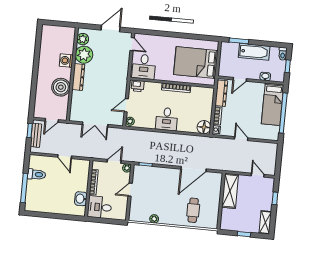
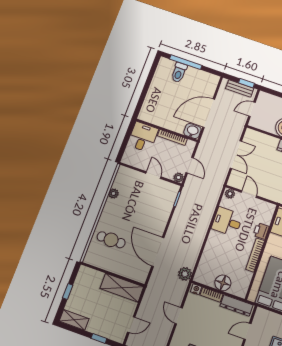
door: (240, 79) -> (247, 331), hinge flipped
printer: (138, 86) -> (261, 231), moved
desk: (167, 119) -> (227, 222), moved
door: (52, 120) -> (252, 109), hinge flipped
double door: (95, 124) -> (236, 155), swing flipped
floor lamp: (204, 127) -> (223, 283), moved
door: (241, 139) -> (179, 316), swing flipped
plant: (206, 142) -> (185, 274), added
door: (65, 157) -> (209, 113), width x1.88
toilet: (36, 174) -> (179, 72), moved
washbasin: (81, 199) -> (192, 131), moved

